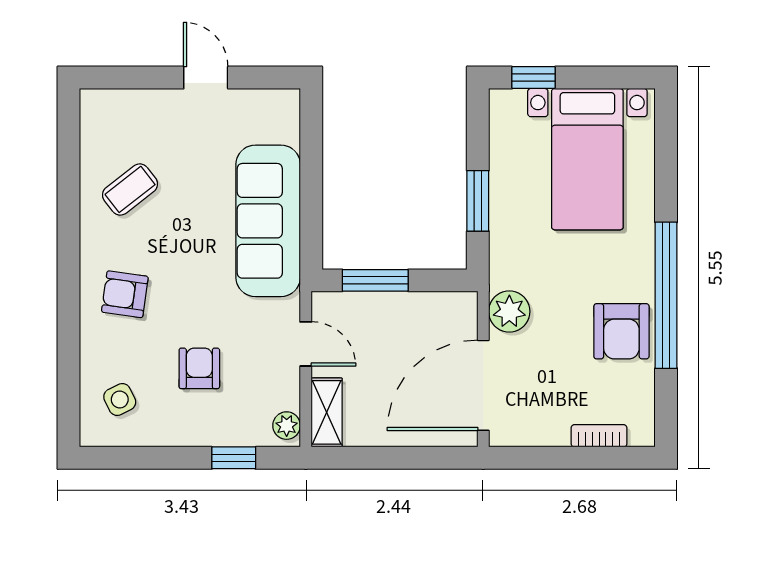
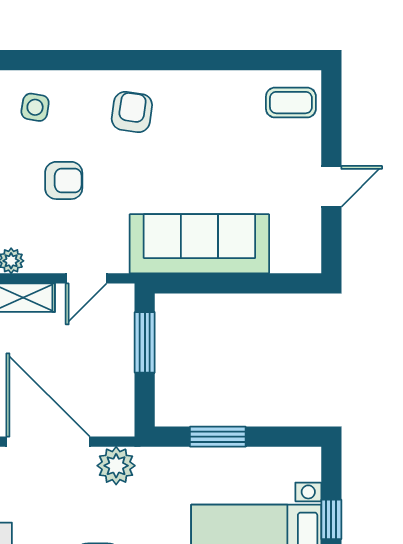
window: (534, 78) -> (331, 519), moved
coffee table: (130, 189) -> (291, 103), moved, turned -52
side table: (120, 399) -> (35, 107), turned 35

